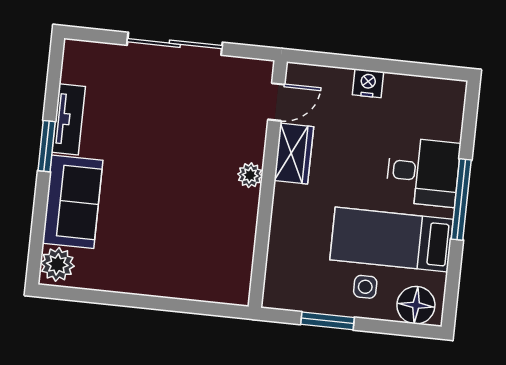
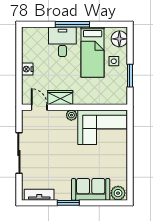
tv unit: (69, 119) -> (39, 195), moved
corner sofa: (214, 244) -> (102, 127), added

